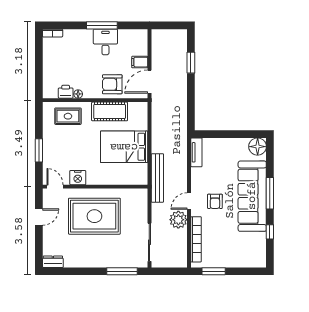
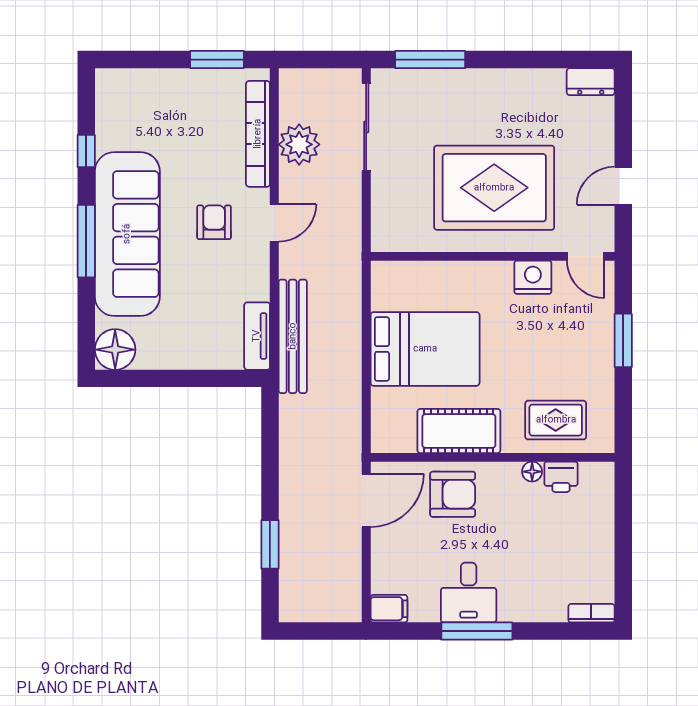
filing cabinet: (140, 62) -> (389, 609), moved
bench: (157, 178) -> (293, 336), moved
plant: (178, 220) -> (299, 144), moved

